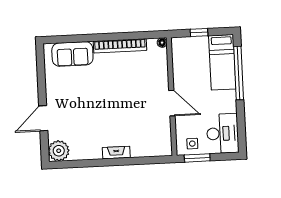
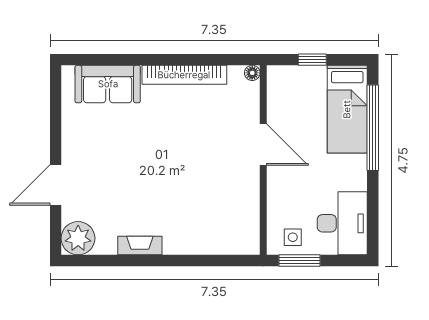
door: (172, 103) -> (263, 145), moved
fireplace: (116, 153) -> (140, 246), moved

